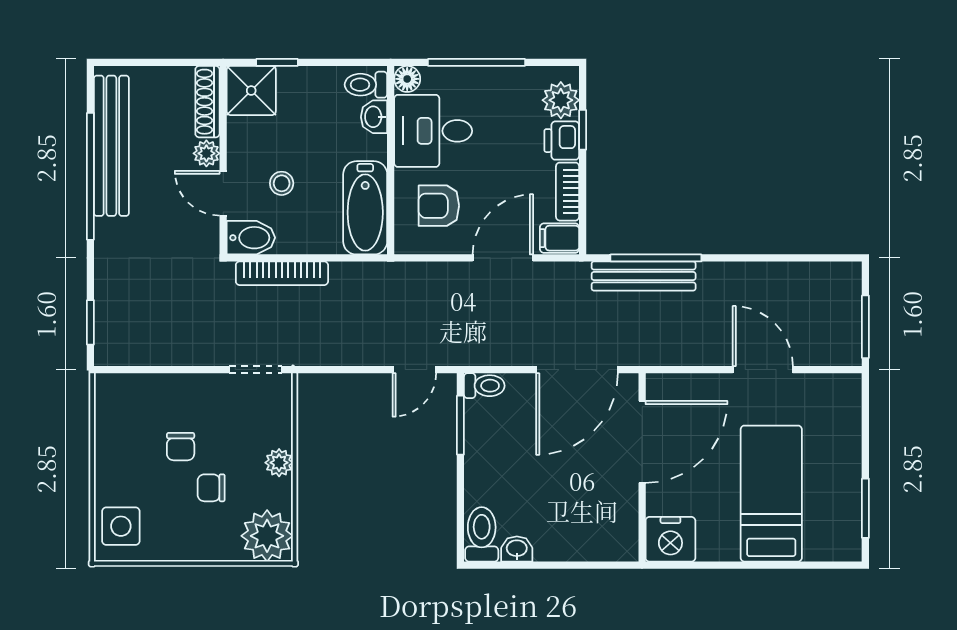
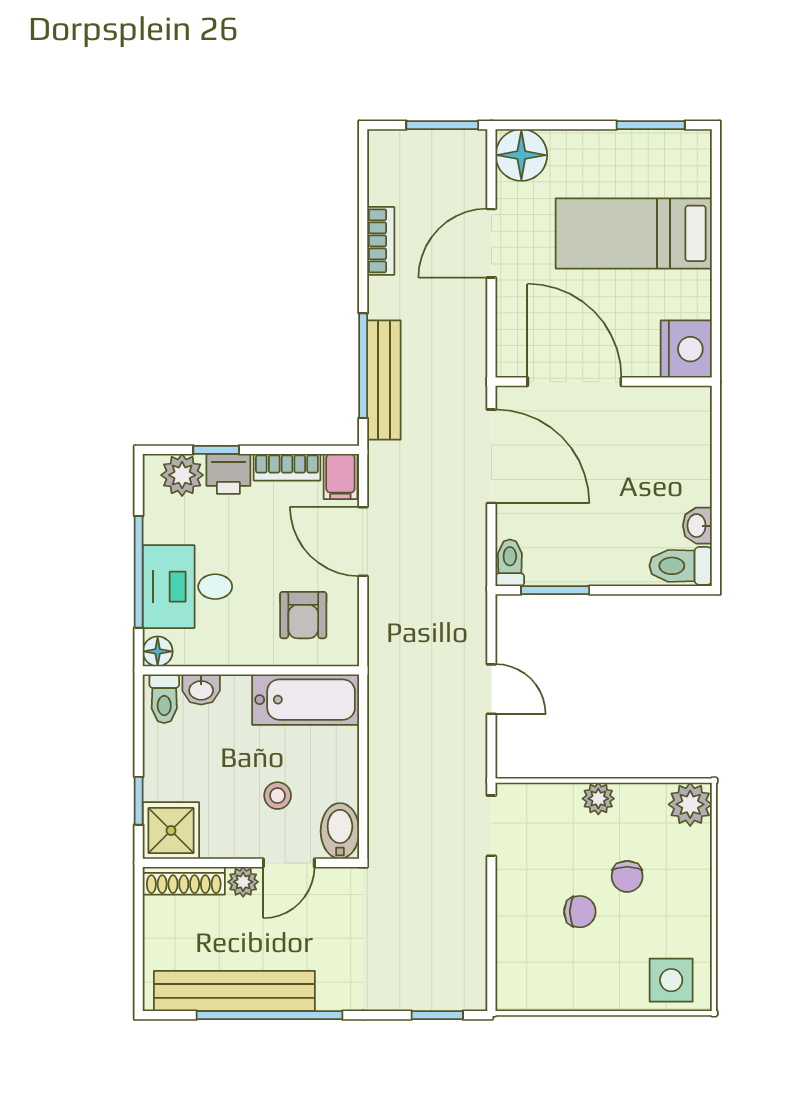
desk: (433, 131) -> (187, 587), moved, turned 90
bookcase: (282, 273) -> (381, 241), moved, width x0.64
door: (414, 370) -> (491, 689), moved
floor lamp: (839, 396) -> (521, 155), added
plant: (267, 536) -> (690, 804), width x0.73, depth x0.73

